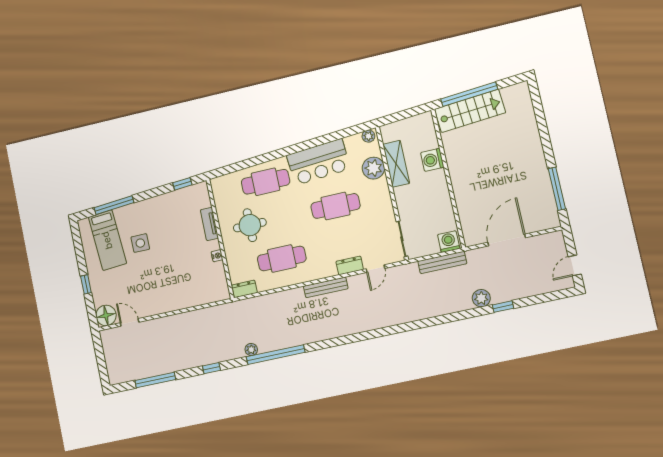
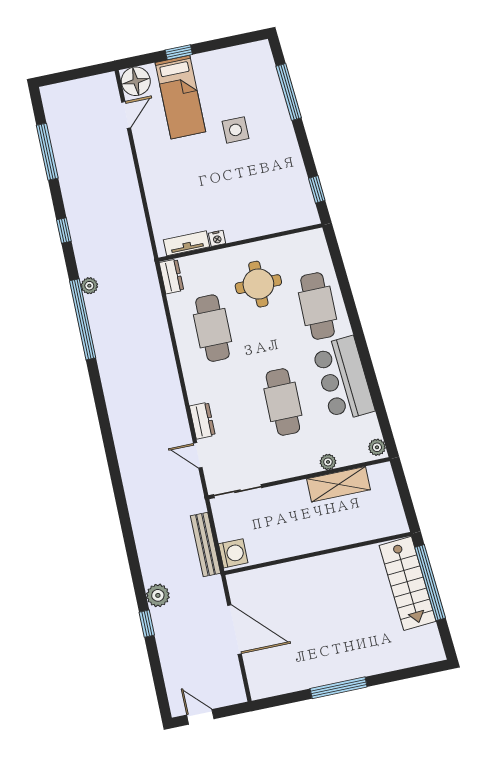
washing machine: (432, 160) -> (343, 533), removed
plant: (373, 168) -> (328, 462), width x0.53, depth x0.53
window: (557, 189) -> (339, 688), moved
tv unit: (209, 224) -> (187, 243), moved
bed: (107, 240) -> (180, 97), moved, turned -86
bench: (326, 287) -> (173, 388), removed

